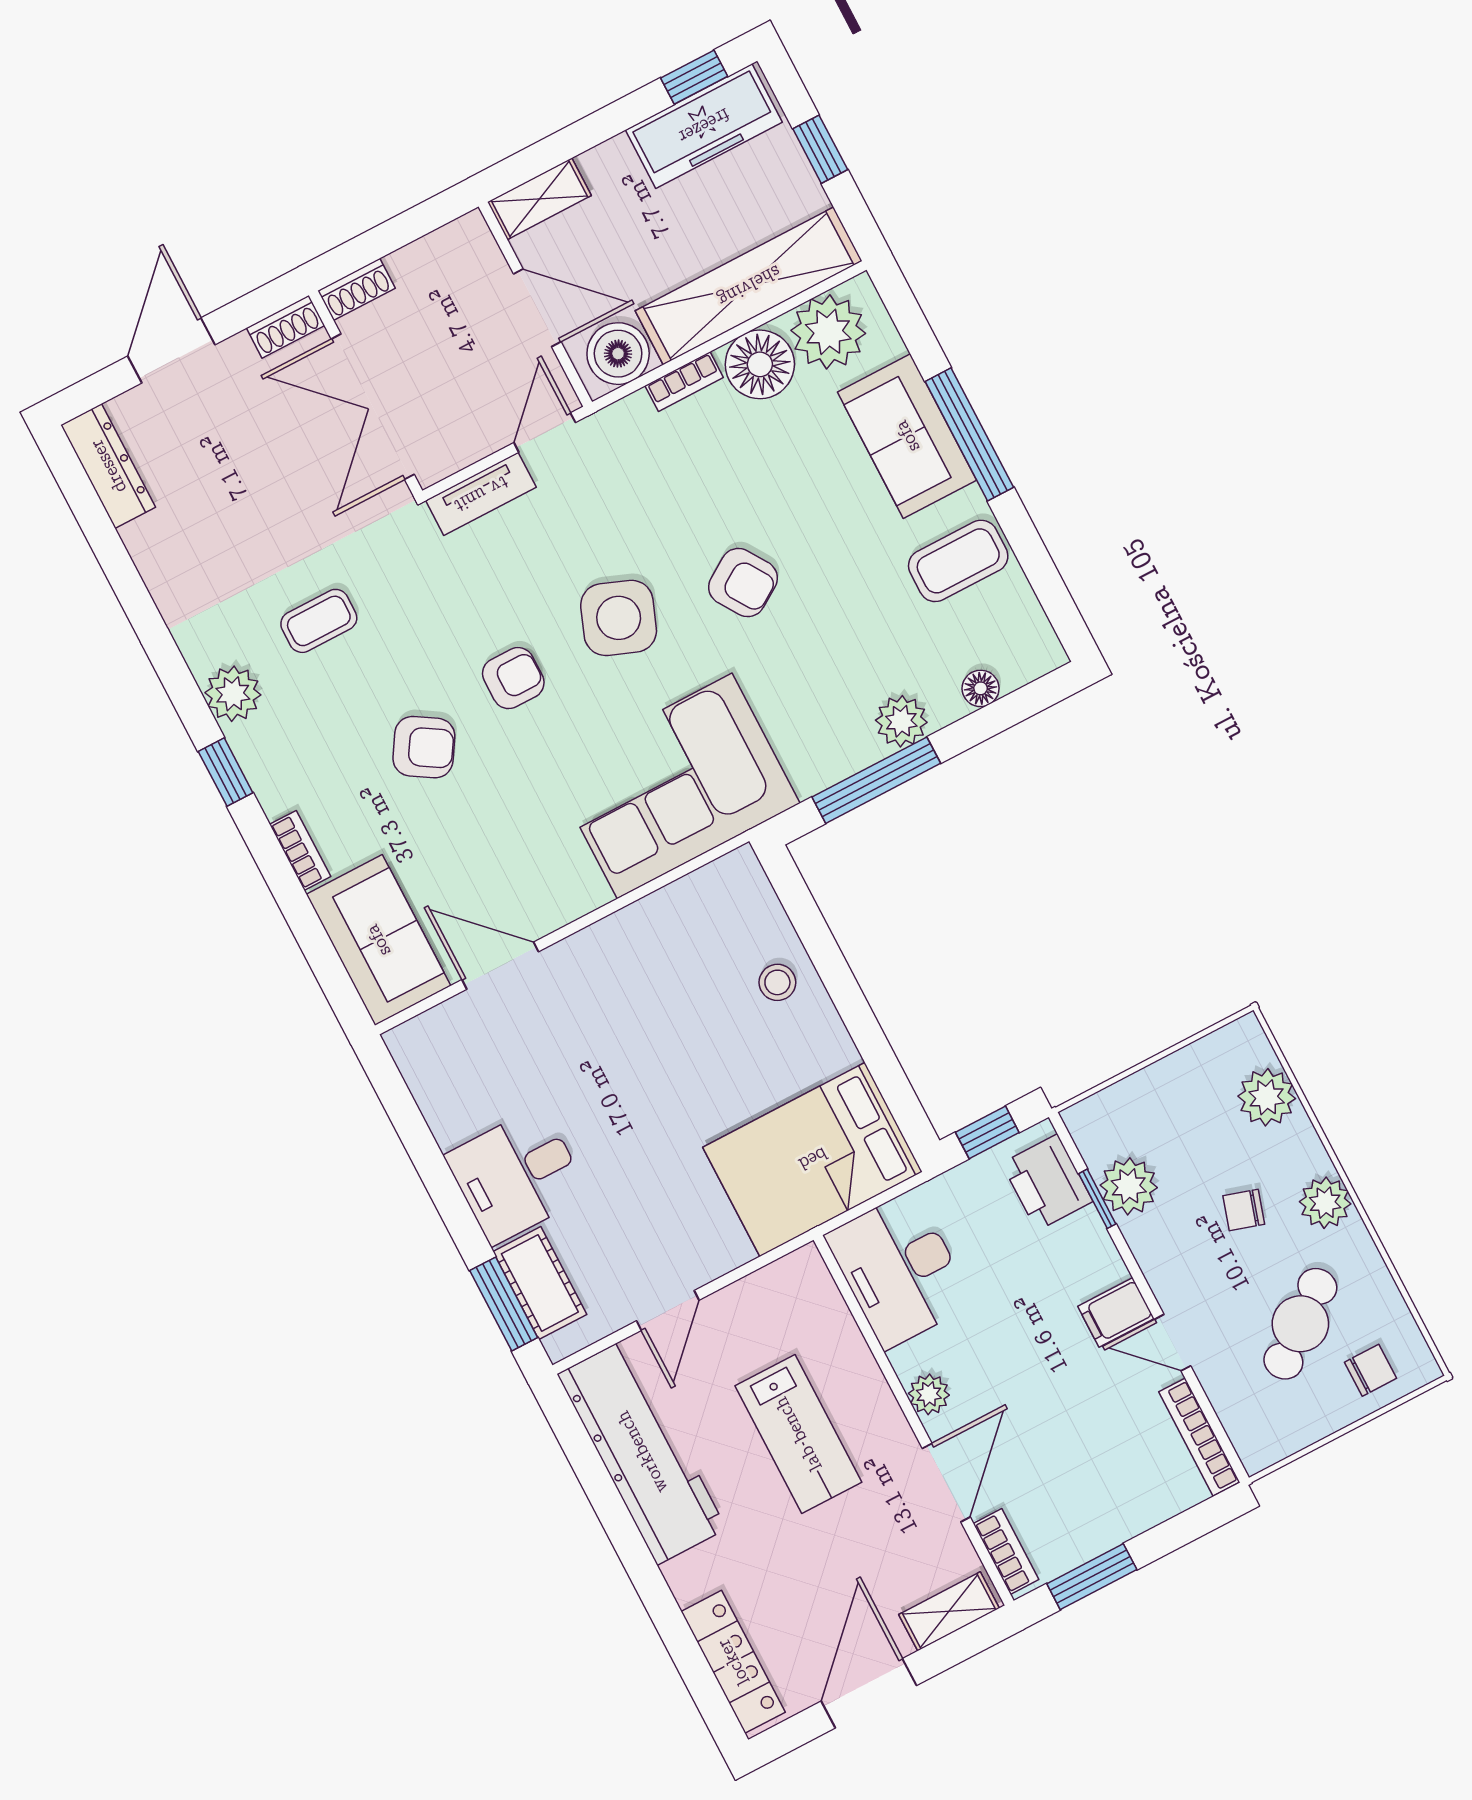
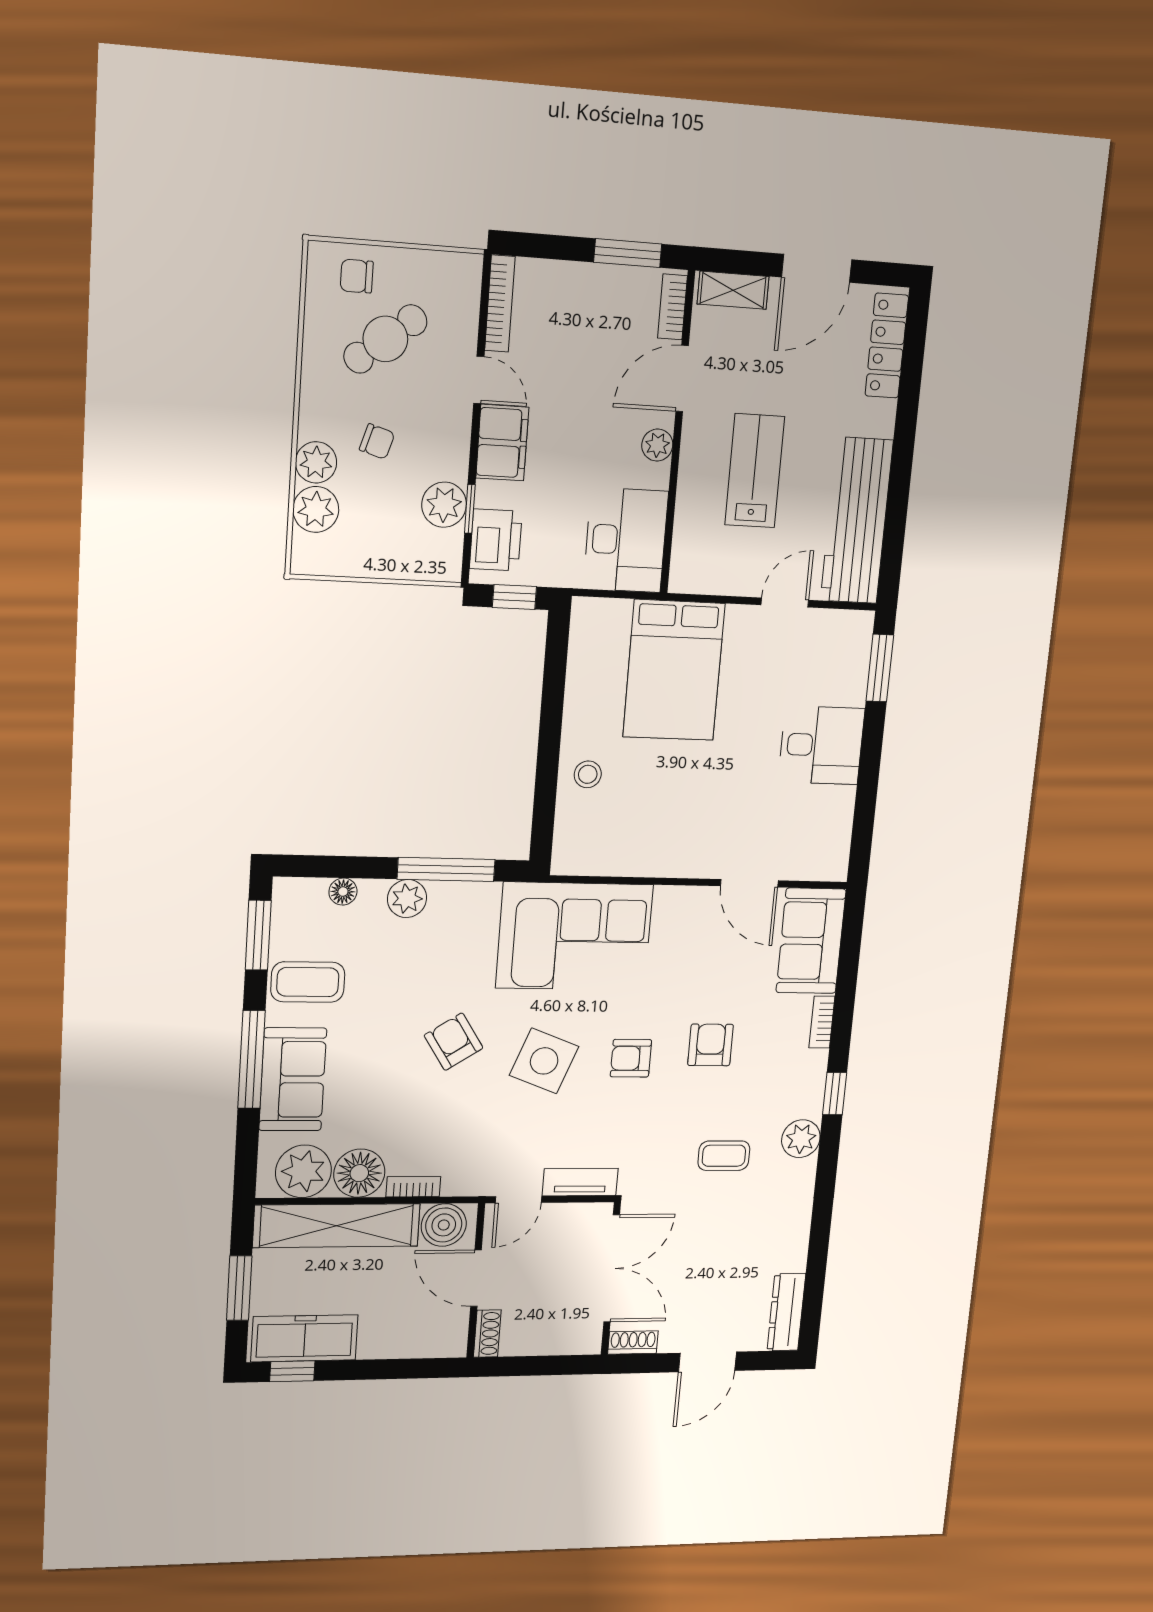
window: (820, 149) -> (239, 1288), width x1.50
shelving: (539, 199) -> (434, 1344), removed
shoe rack: (356, 289) -> (487, 1334), moved, turned 90
window: (1048, 585) -> (258, 935), added
armchair: (424, 747) -> (710, 1045), turned 58
bed: (813, 1159) -> (674, 670), moved, turned 90
plant: (1325, 1203) -> (316, 462), moved
cot: (540, 1283) -> (850, 668), removed
filing cabinet: (1116, 1312) -> (502, 443), width x2.00

